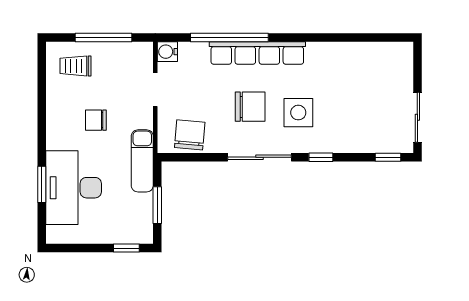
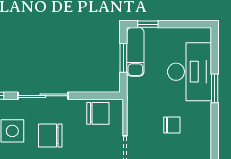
chair: (190, 135) -> (98, 113), turned -95
exam couch: (142, 161) -> (135, 52), moved
window: (42, 184) -> (215, 88), moved

